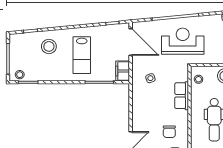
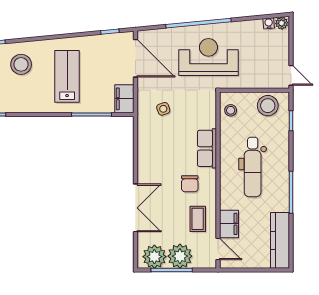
lab bench: (82, 55) -> (67, 76), turned 180
row of seats: (182, 96) -> (207, 148), moved

